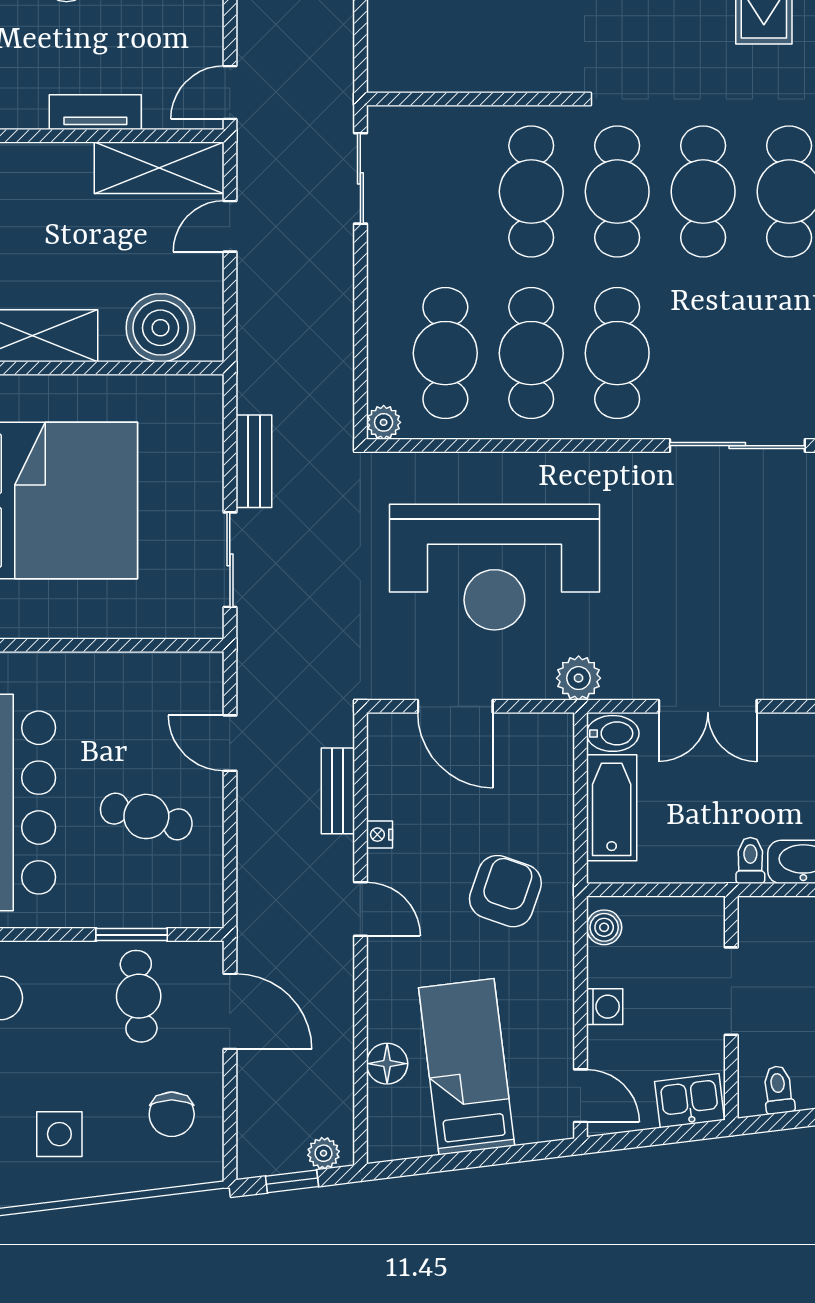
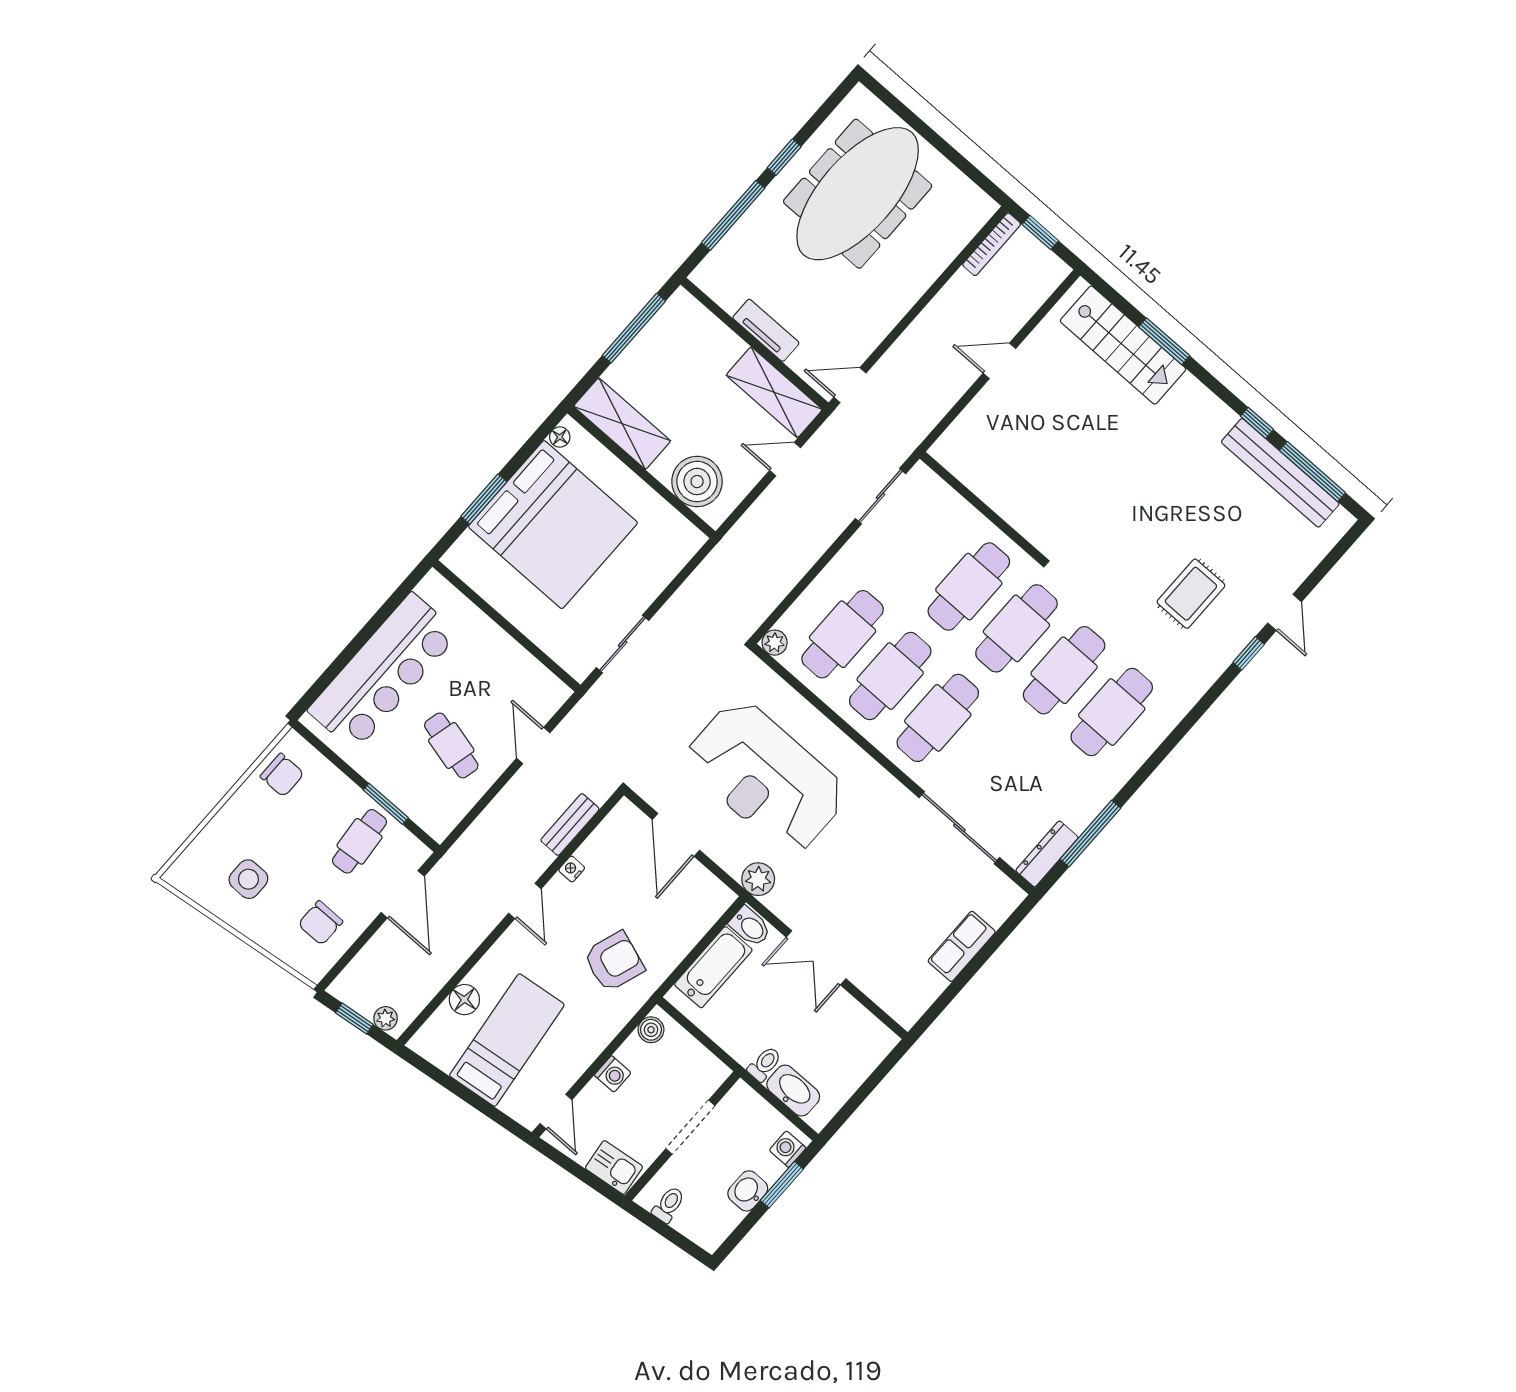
bench: (254, 461) -> (684, 601), removed

